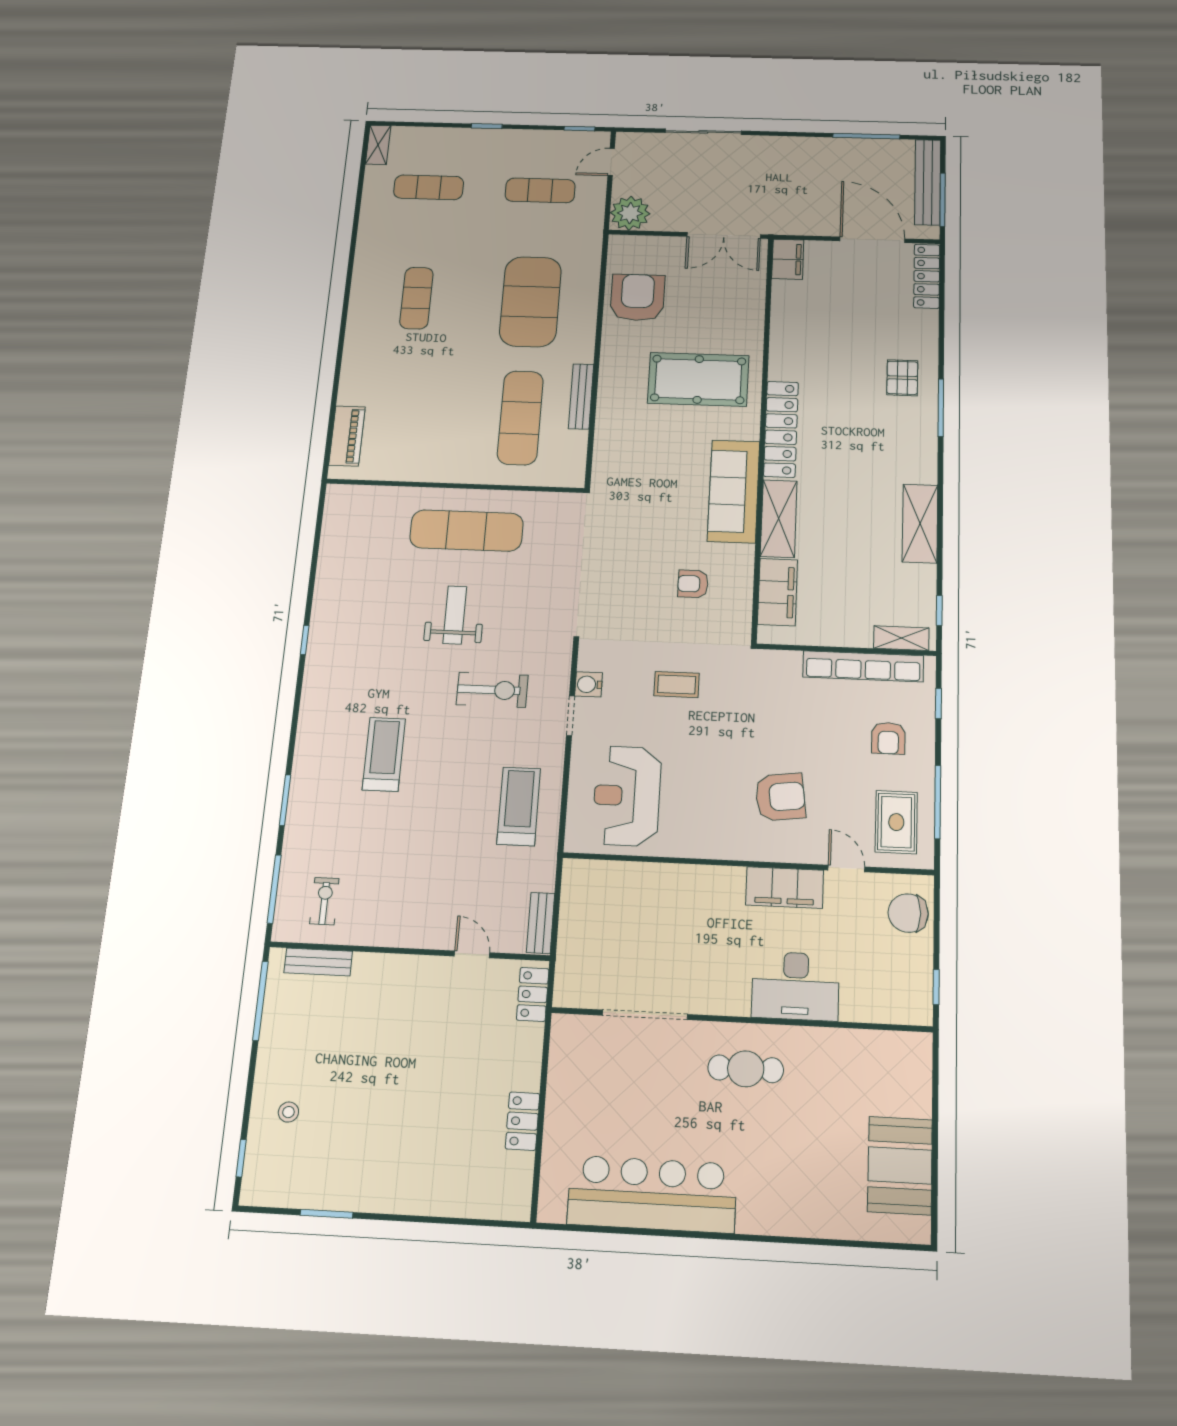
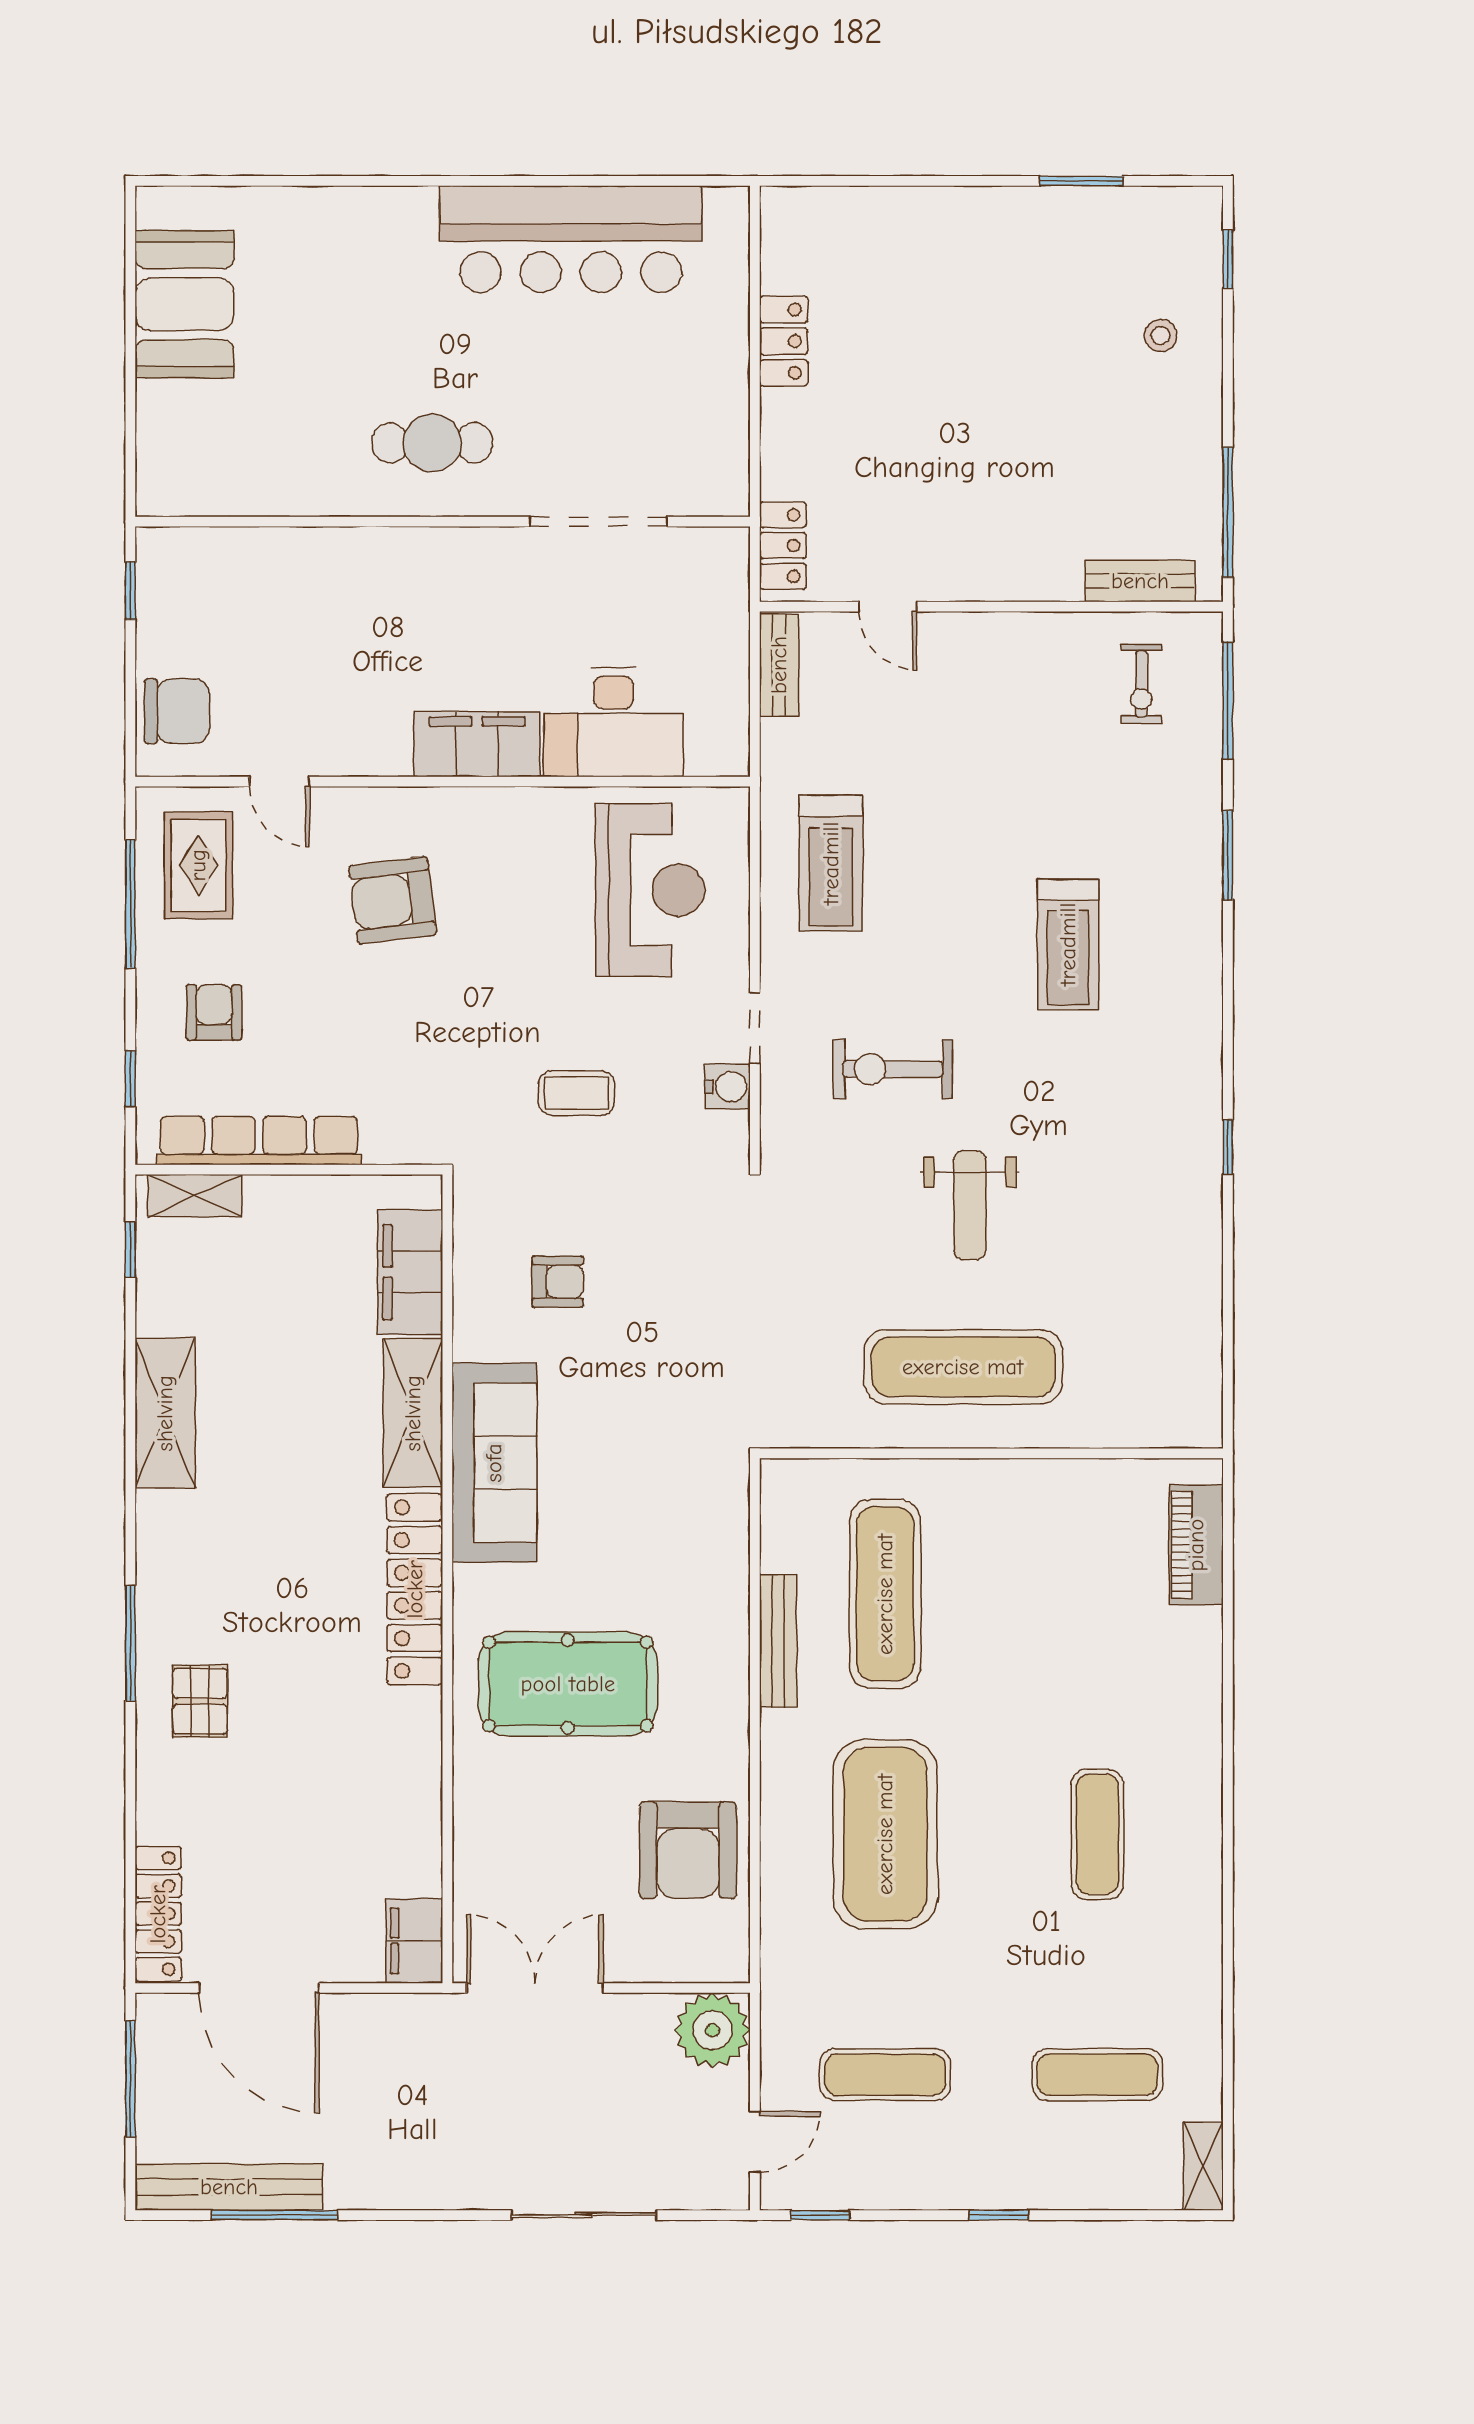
bench: (928, 182) -> (229, 2187), moved, turned 90
filing cabinet: (785, 888) -> (477, 744), moved
desk: (795, 986) -> (614, 722), moved, turned 180

